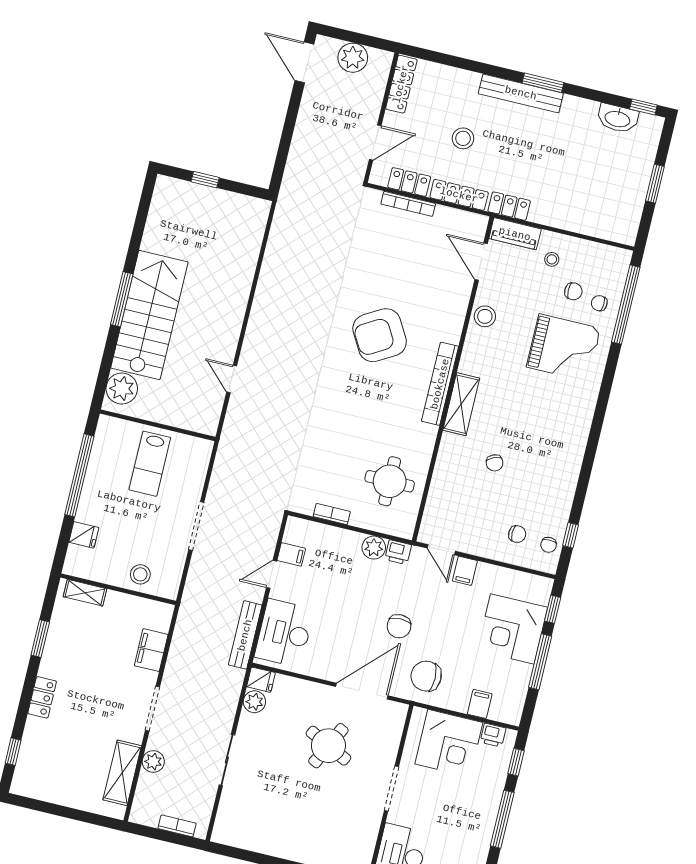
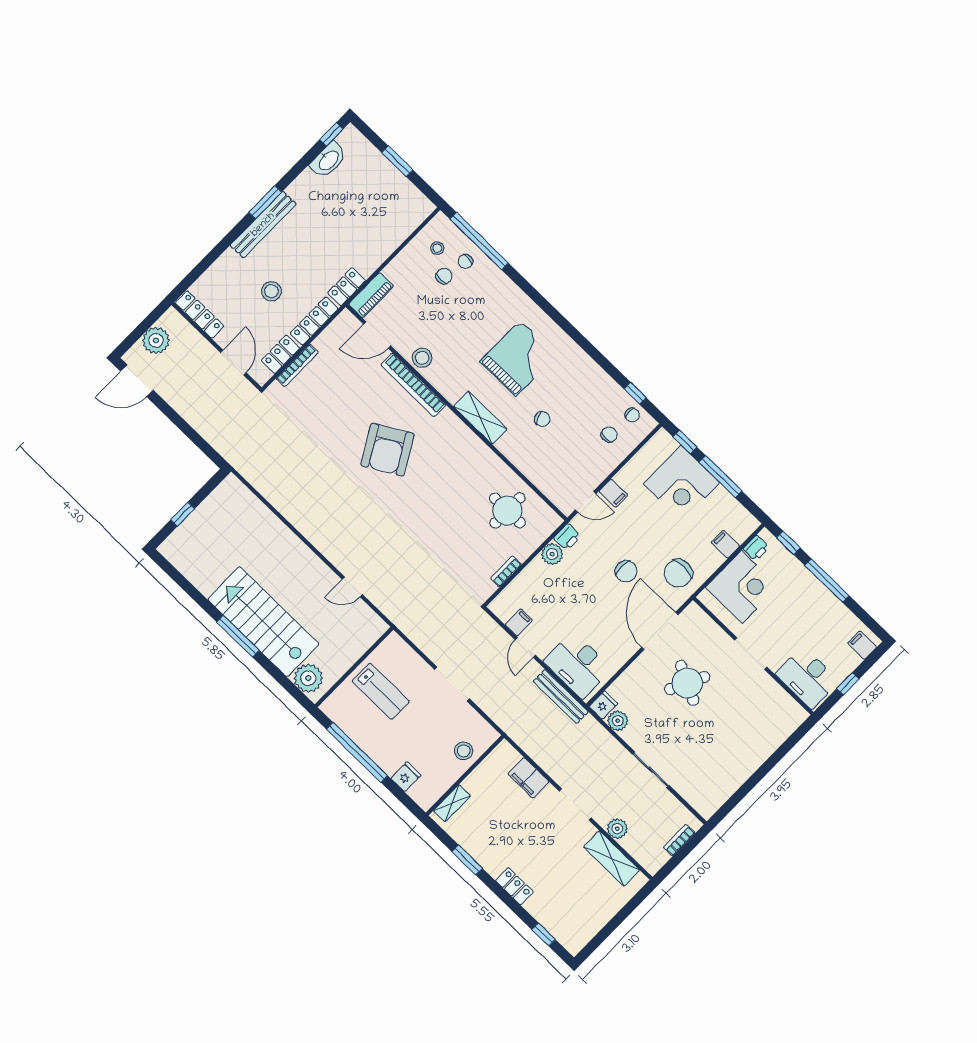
stool: (552, 259) -> (437, 248), moved
grand piano: (564, 348) -> (518, 358), moved
bookcase: (440, 384) -> (413, 385), moved

